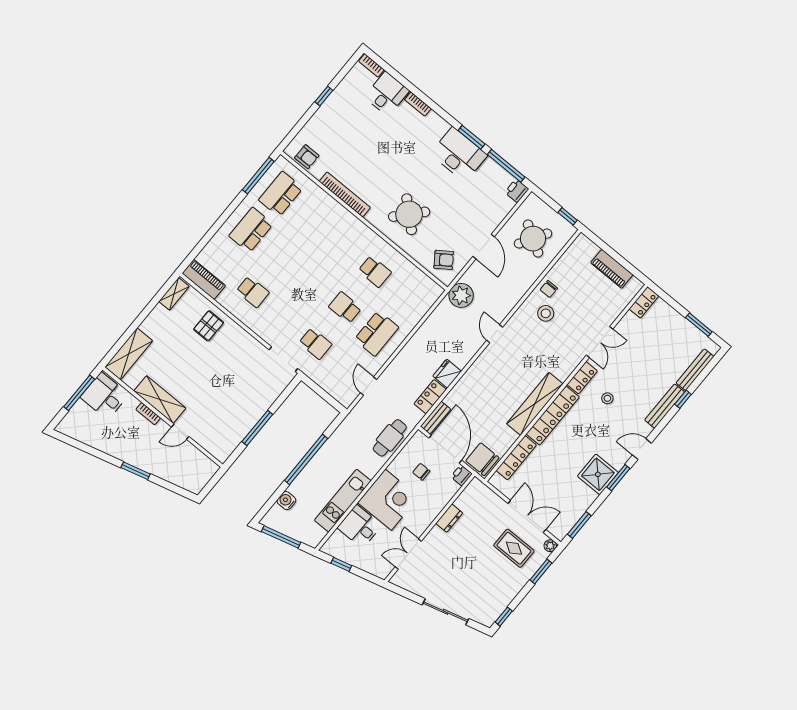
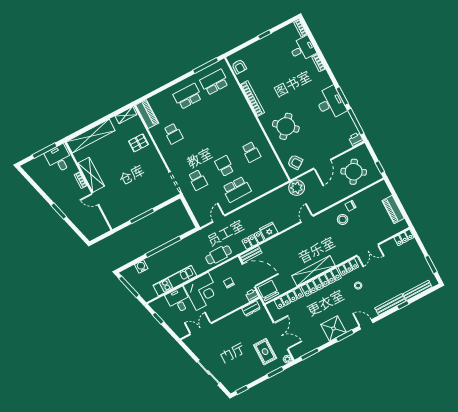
shelving: (129, 354) -> (91, 136), width x1.47
door: (445, 449) -> (249, 275), hinge flipped
dresser: (449, 518) -> (251, 309), moved

